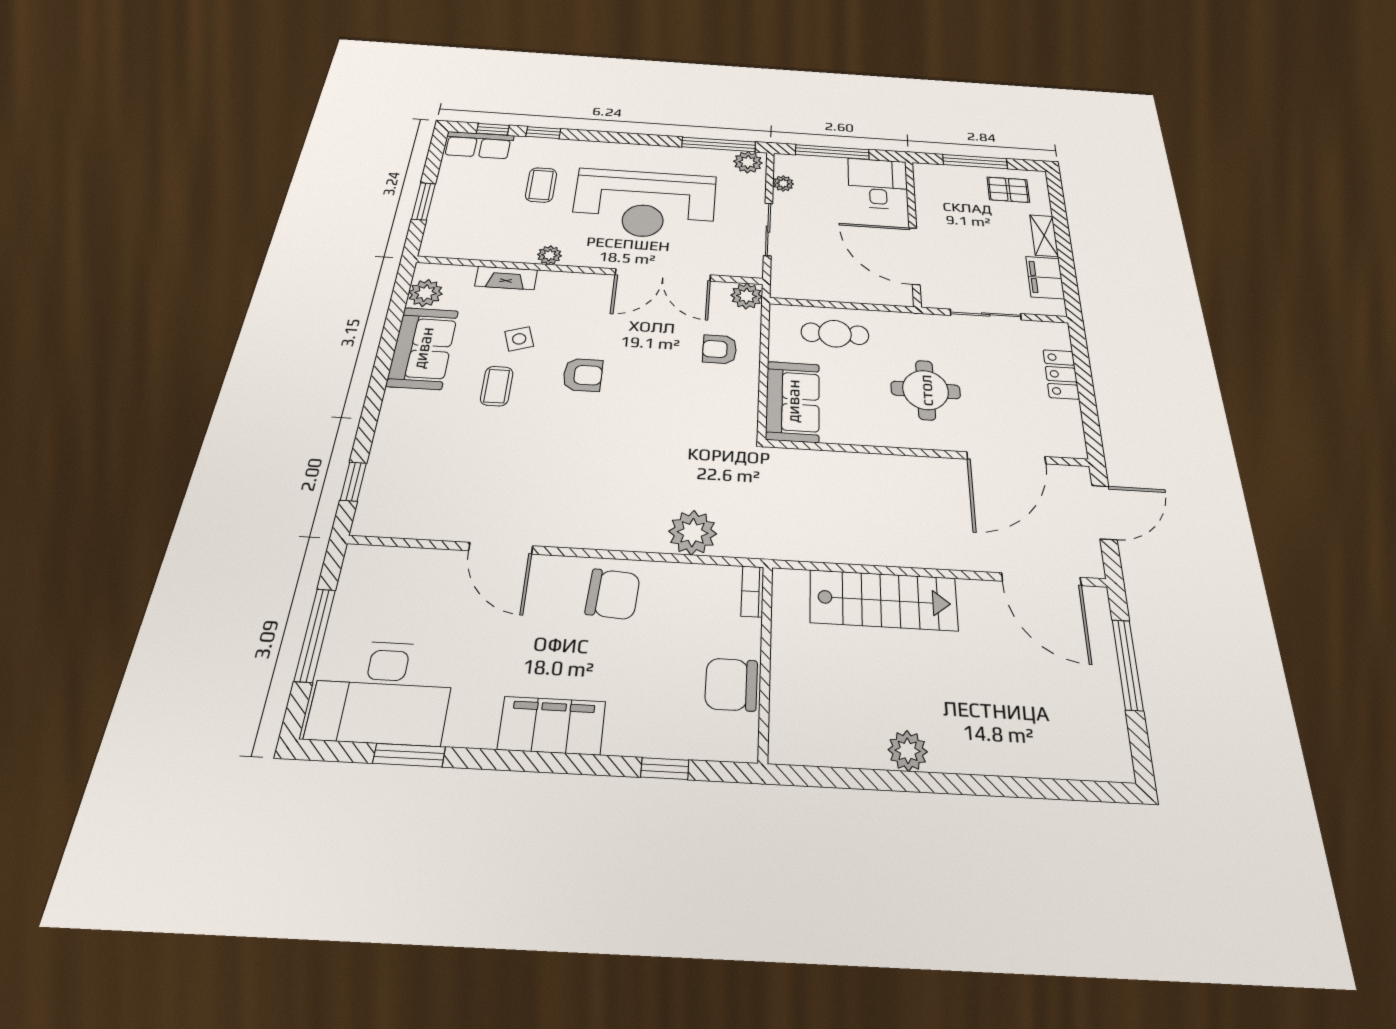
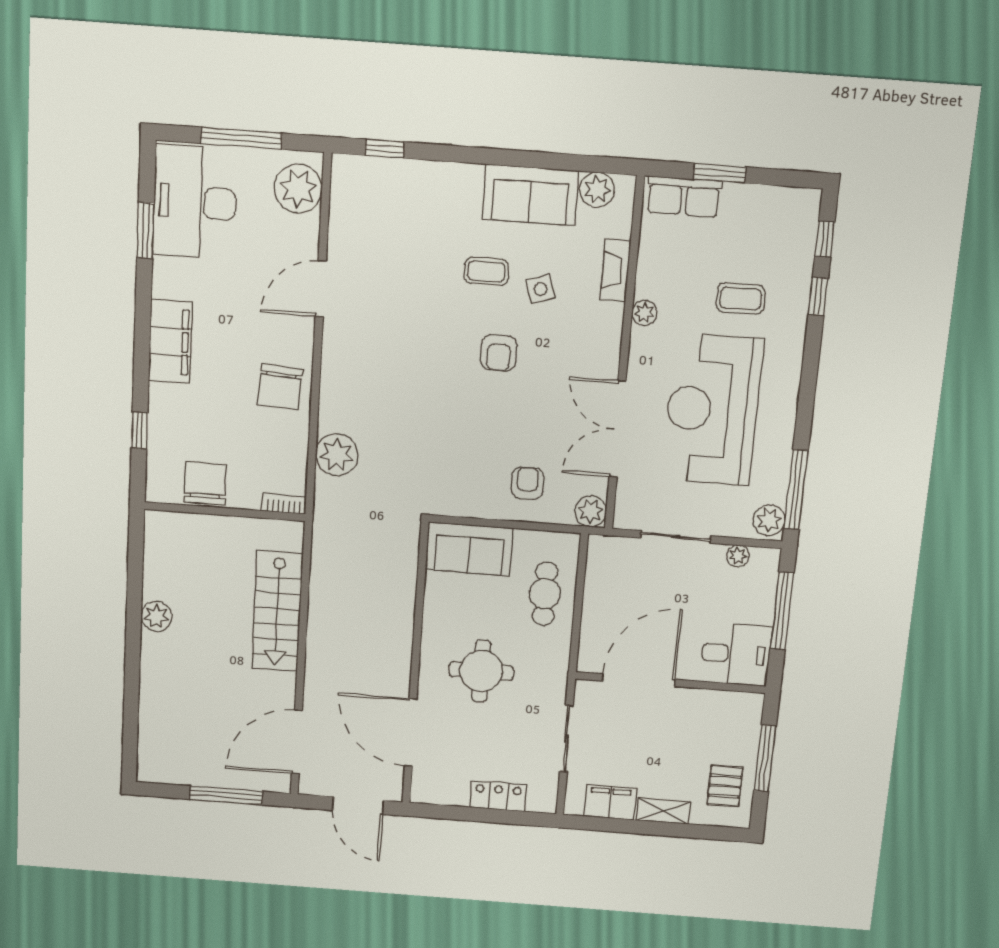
row of seats: (478, 145) -> (684, 197), moved, turned -90
plant: (383, 571) -> (298, 189), added

